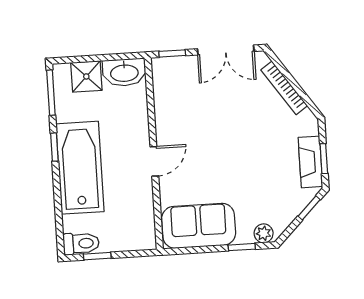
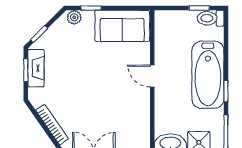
door: (154, 161) -> (152, 76), hinge flipped

